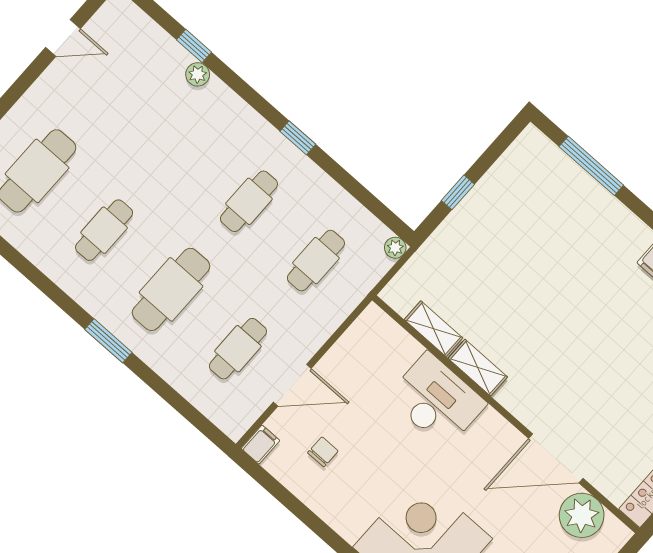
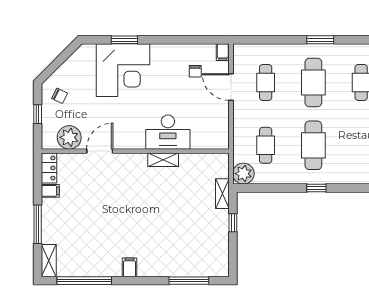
cafe table: (249, 201) -> (313, 145), width x1.37, depth x1.35
plant: (395, 248) -> (243, 174), width x1.87, depth x1.87
shelving: (434, 329) -> (222, 194), moved, turned 90
door: (292, 385) -> (231, 87), hinge flipped
door: (556, 458) -> (100, 151), width x0.73

